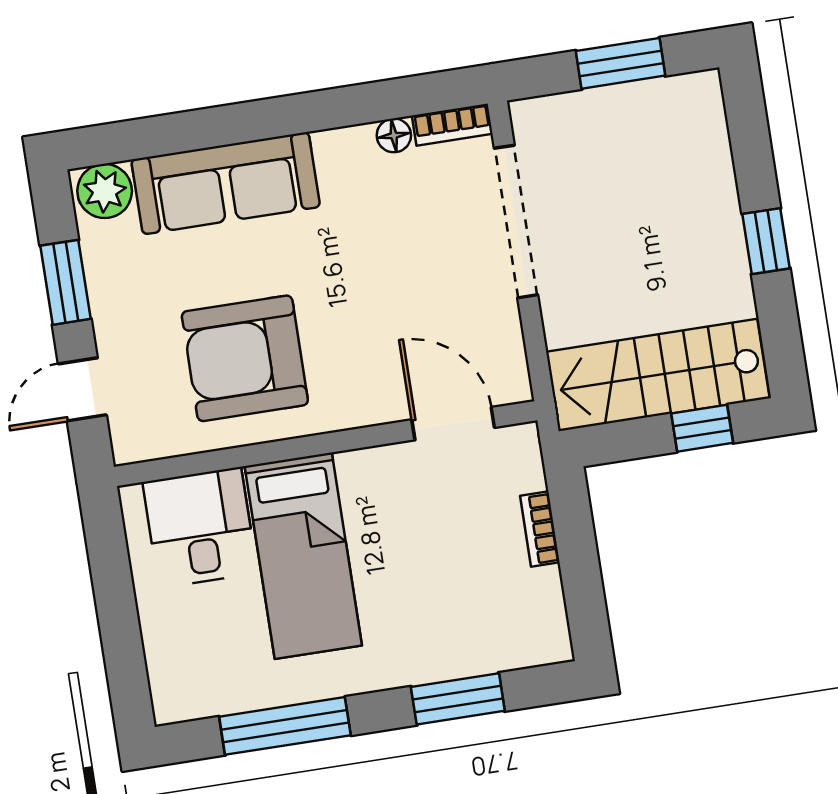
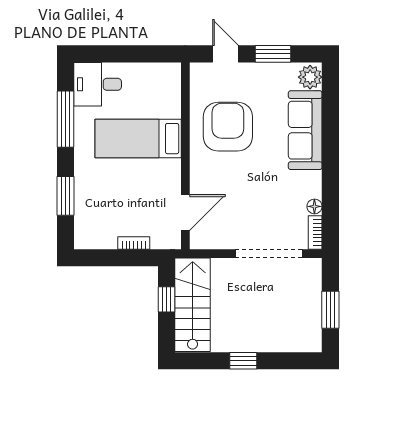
window: (702, 428) -> (166, 299), moved
desk: (200, 527) -> (98, 84), moved, turned 180

